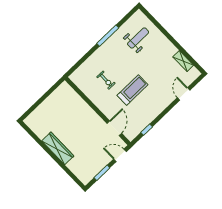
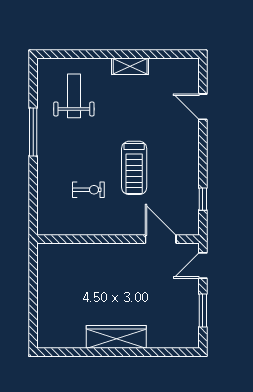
shelving: (183, 61) -> (130, 66), moved
treadmill: (132, 90) -> (134, 168), turned 180

